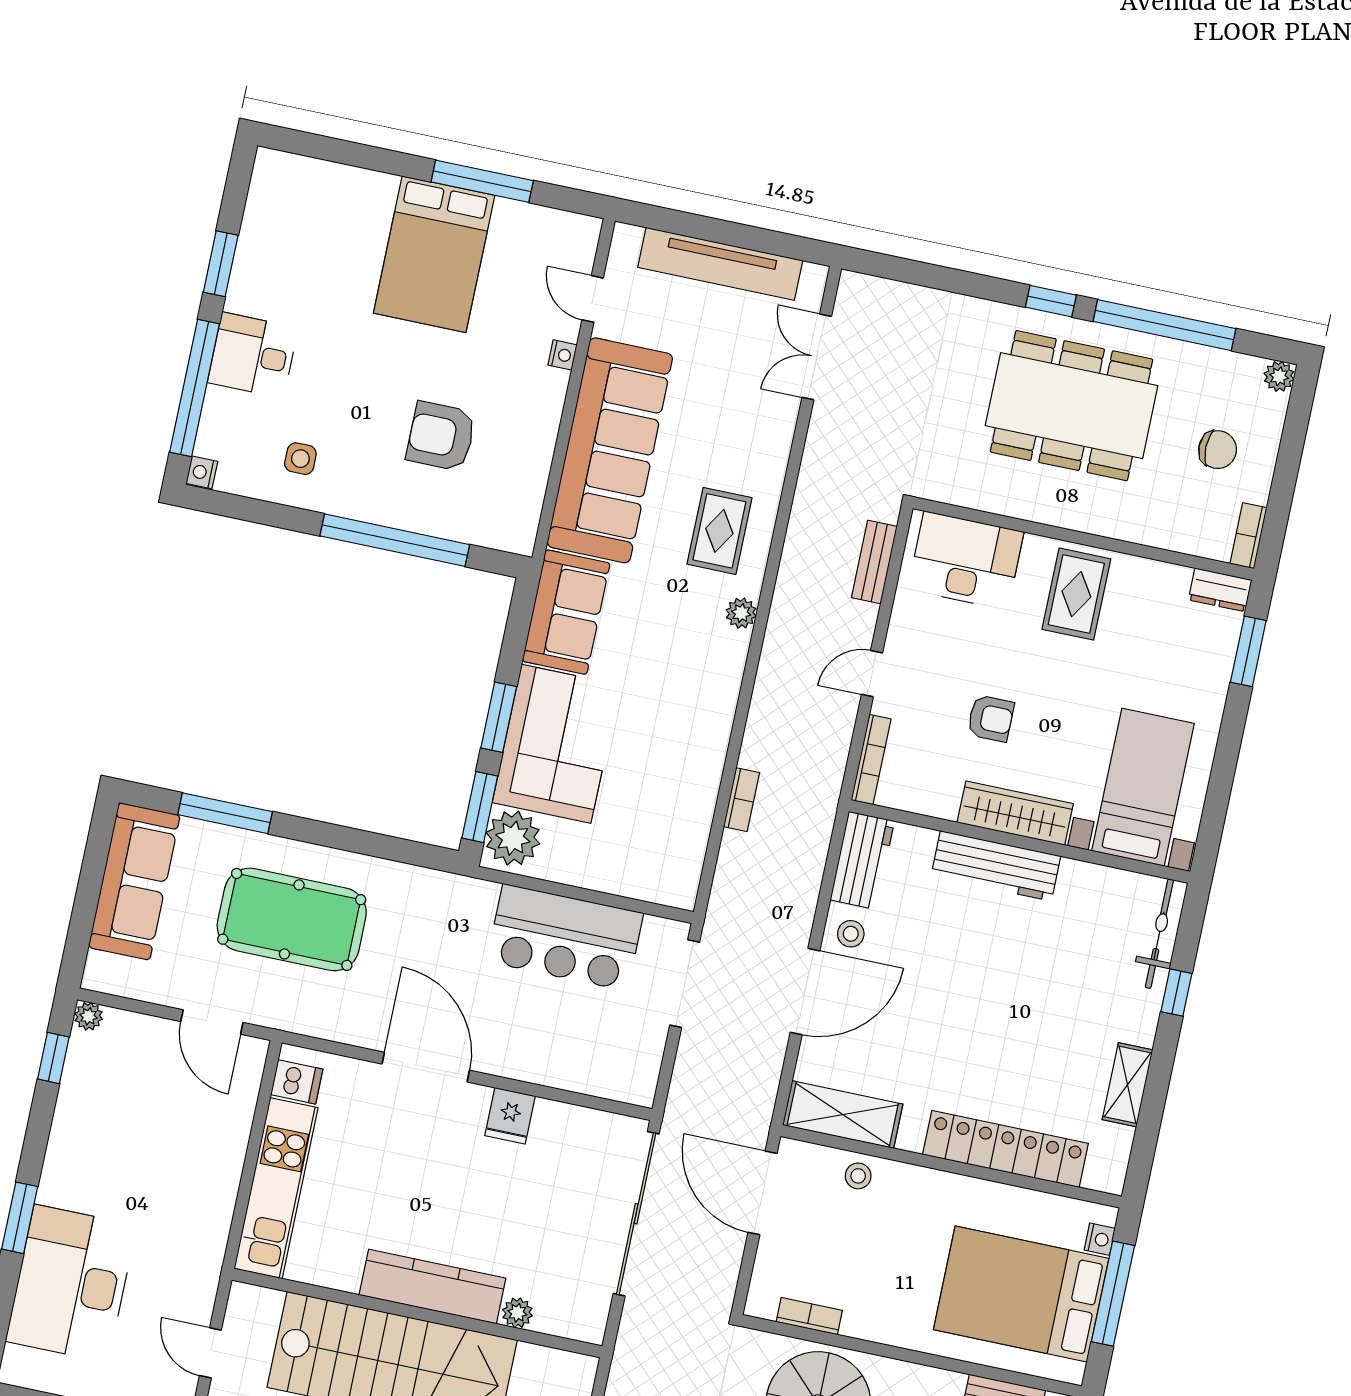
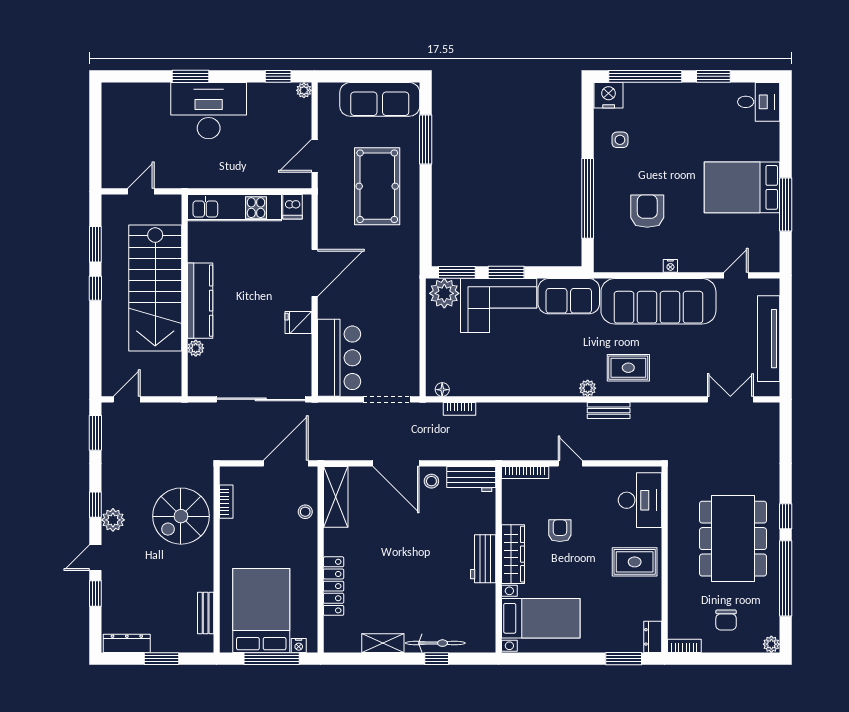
desk: (253, 355) -> (759, 102), moved, turned 90
nightstand: (563, 355) -> (670, 266), moved
nightstand: (202, 472) -> (609, 95), width x1.89, depth x1.79
bench: (874, 562) -> (609, 411), moved
armchair: (991, 718) -> (560, 531), turned 180
bookcase: (741, 800) -> (459, 409), moved
workbench: (996, 866) -> (483, 559), width x0.73
floor lamp: (688, 879) -> (442, 390), added
bicycle: (1159, 934) -> (435, 643), moved
bar counter: (565, 937) -> (339, 358), moved, turned 180
locker: (1005, 1149) -> (334, 586), width x0.71, depth x0.83
desk: (71, 1283) -> (209, 111), moved

